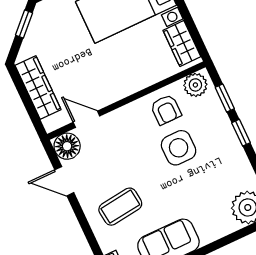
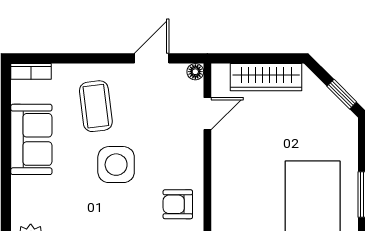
floor lamp: (67, 146) -> (195, 72), width x0.53, depth x0.53
side table: (179, 148) -> (116, 165), moved

